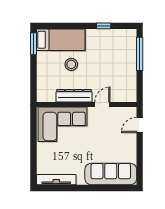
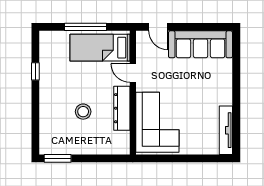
bed: (61, 40) -> (100, 48), moved, turned -90
window: (140, 54) -> (85, 27), moved
sofa: (111, 174) -> (201, 44), moved, turned -90

